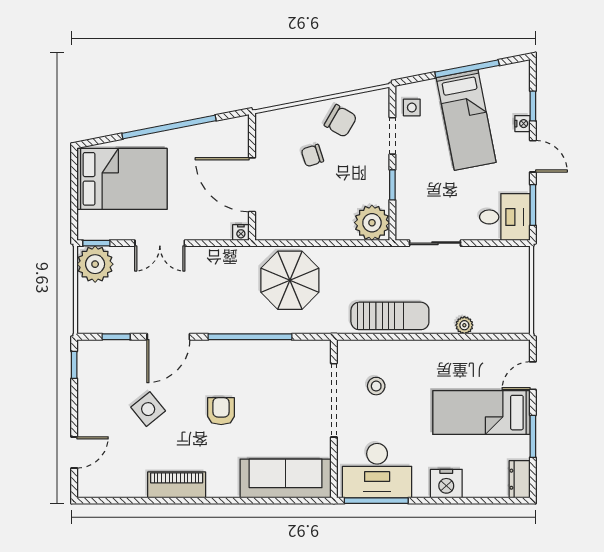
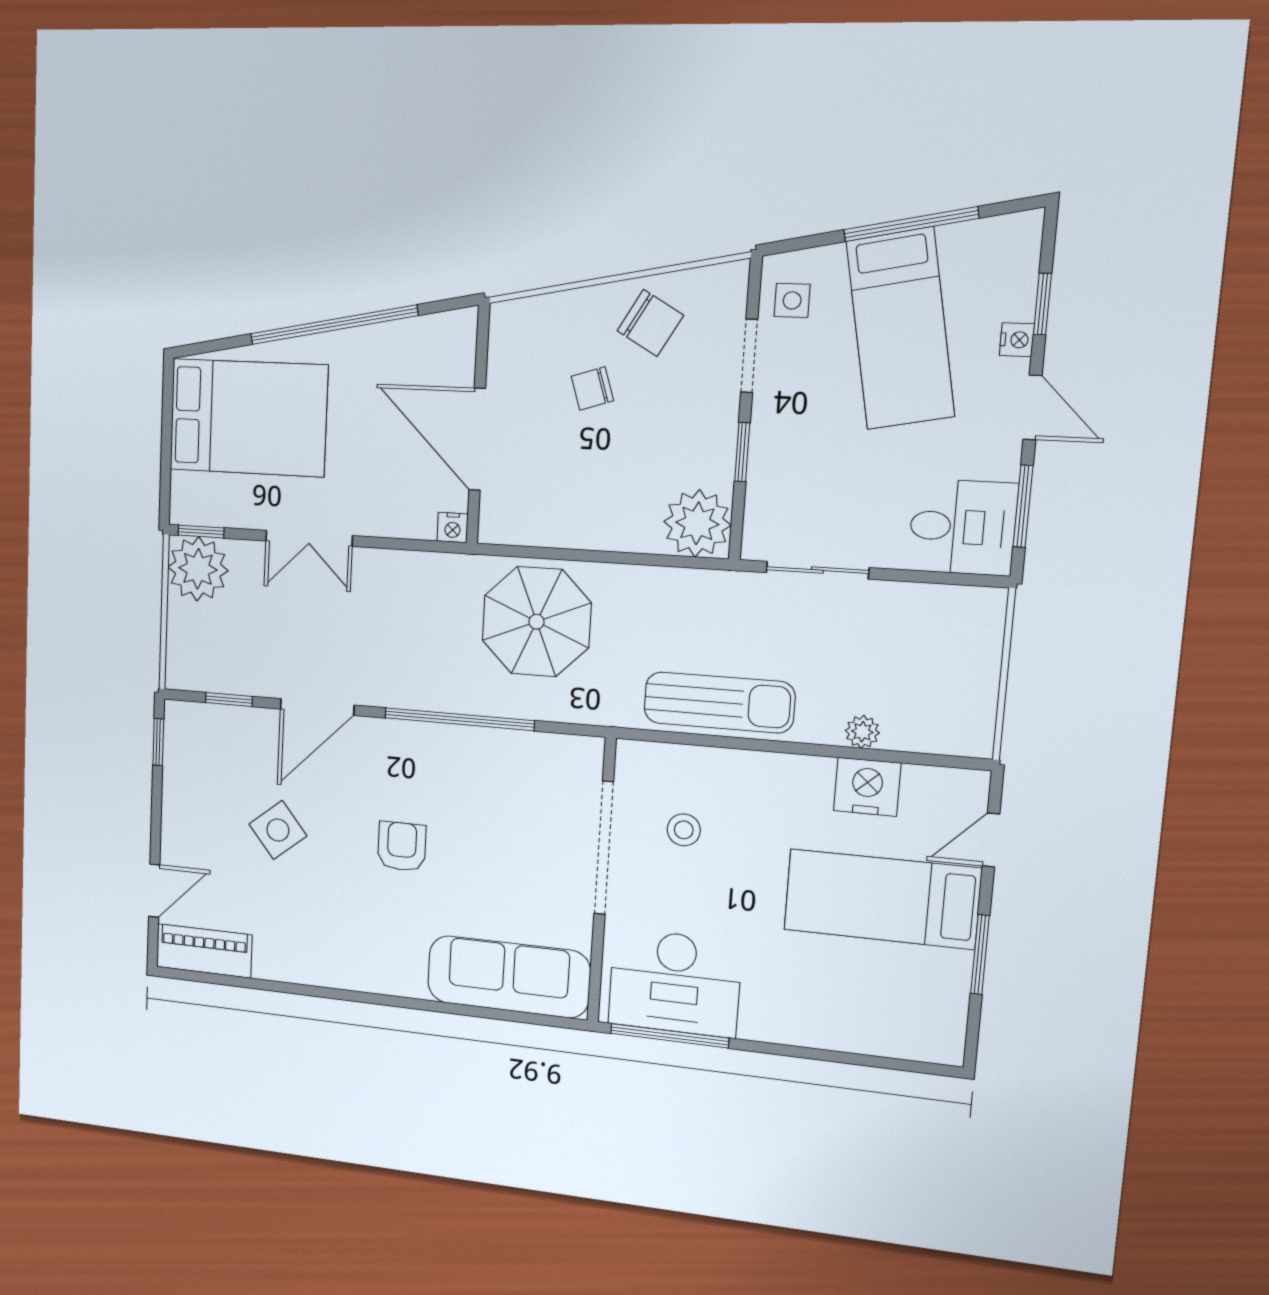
dresser: (520, 479) -> (946, 1031), removed
nightstand: (446, 484) -> (867, 787), moved, turned 180
piano: (177, 485) -> (204, 951), moved

